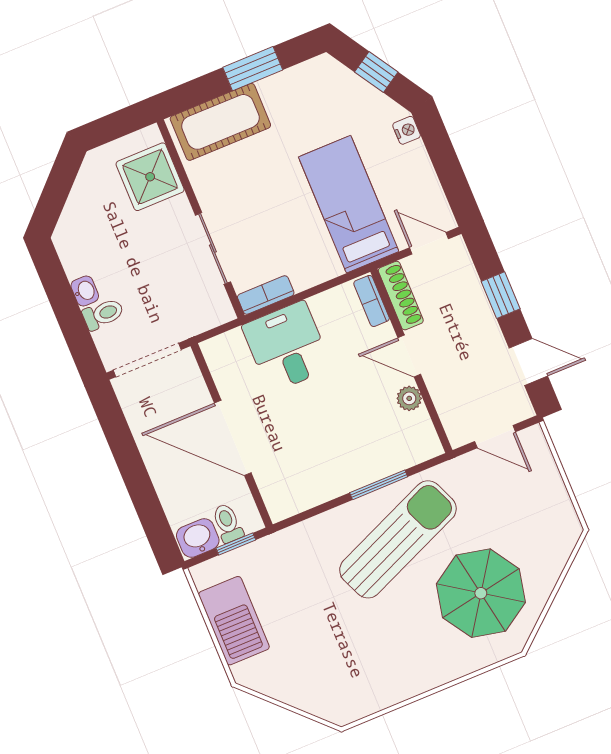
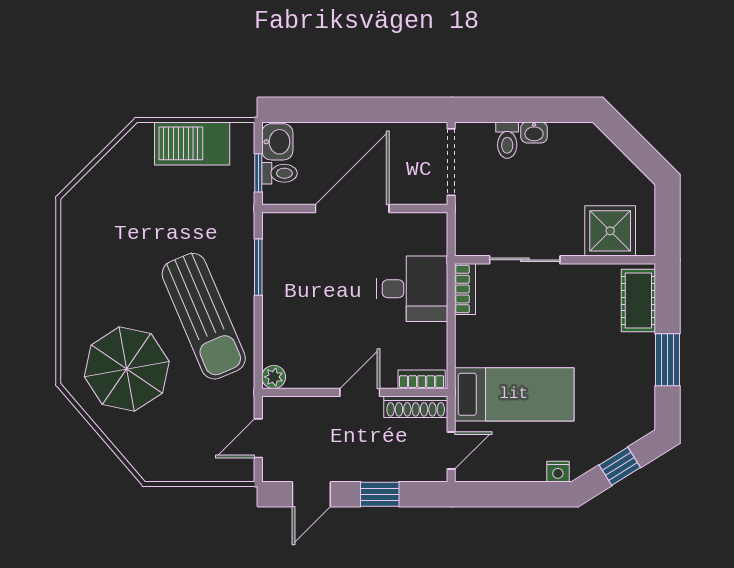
cot: (220, 122) -> (638, 301), width x0.73, depth x0.75
plant: (409, 398) -> (274, 377), moved
window: (379, 485) -> (258, 267), moved

